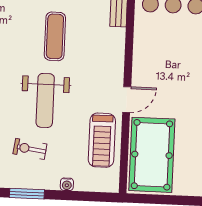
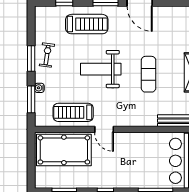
exercise mat: (55, 36) -> (149, 74), turned 90
exercise bike: (30, 149) -> (47, 55), moved
window: (82, 196) -> (31, 99), added

